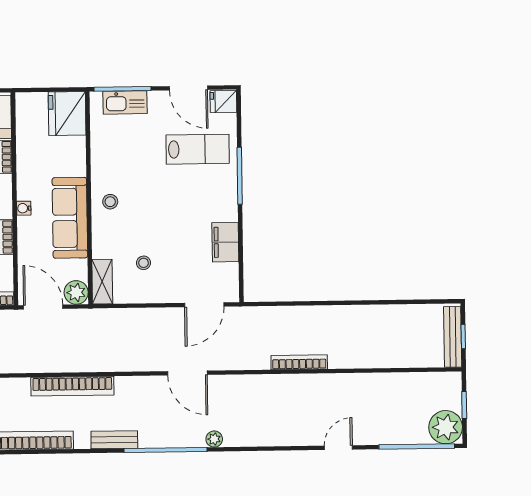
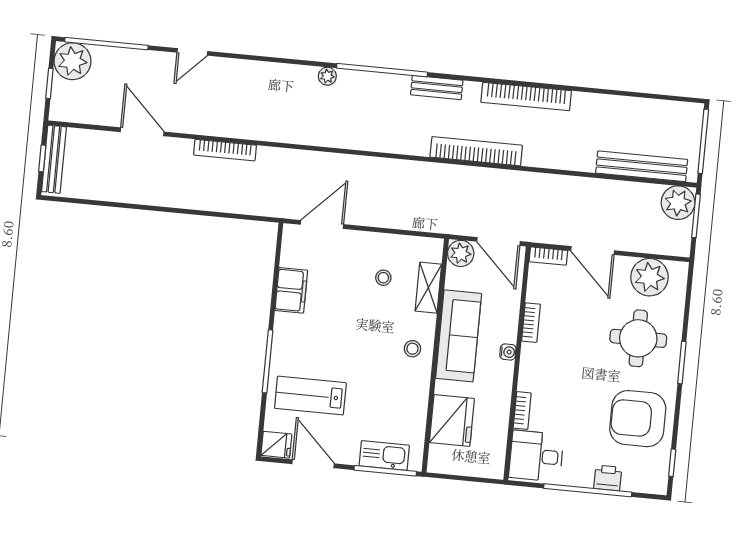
fridge: (67, 114) -> (452, 421), moved
shelving: (102, 282) -> (428, 288), moved
door: (187, 373) -> (142, 132), moved

